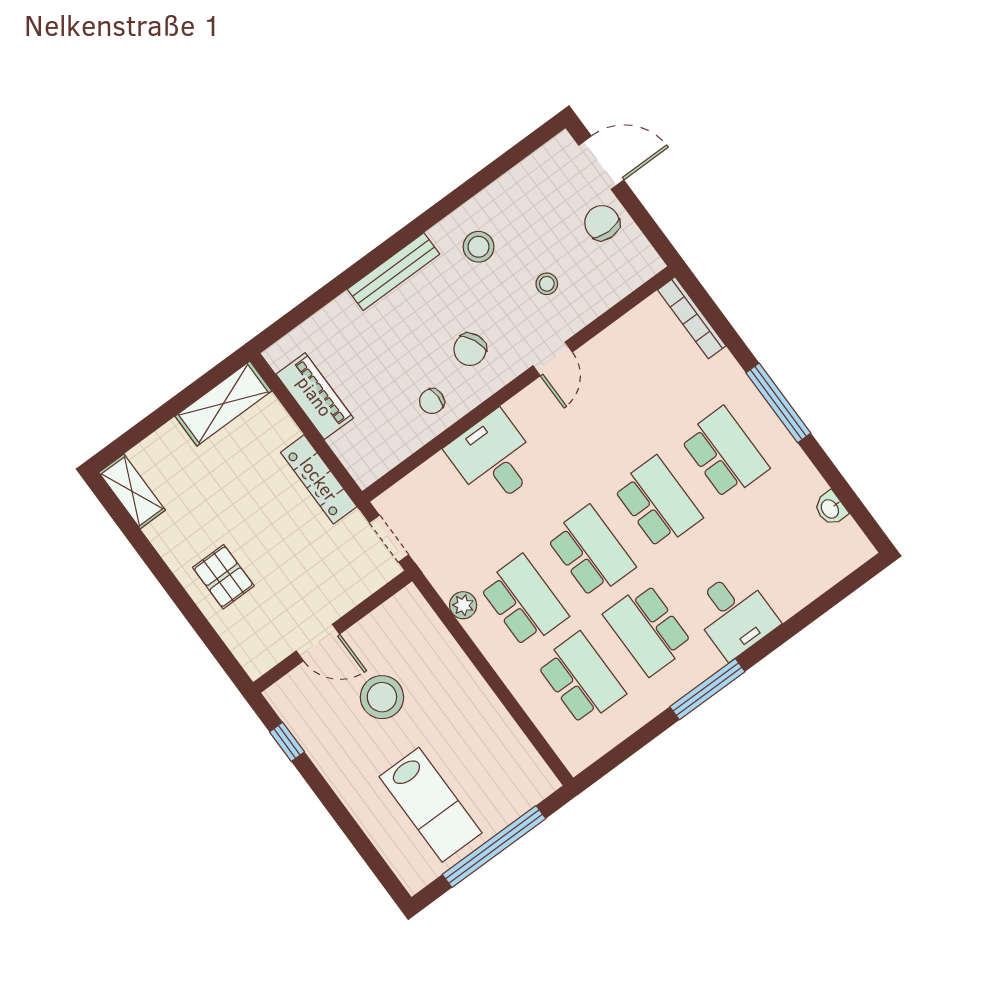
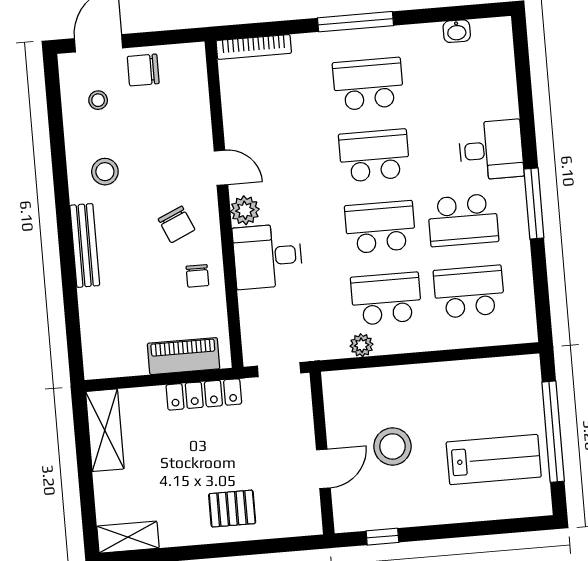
stool: (547, 284) -> (98, 100), moved
piano: (315, 396) -> (184, 356), moved
plant: (525, 408) -> (245, 210), added

